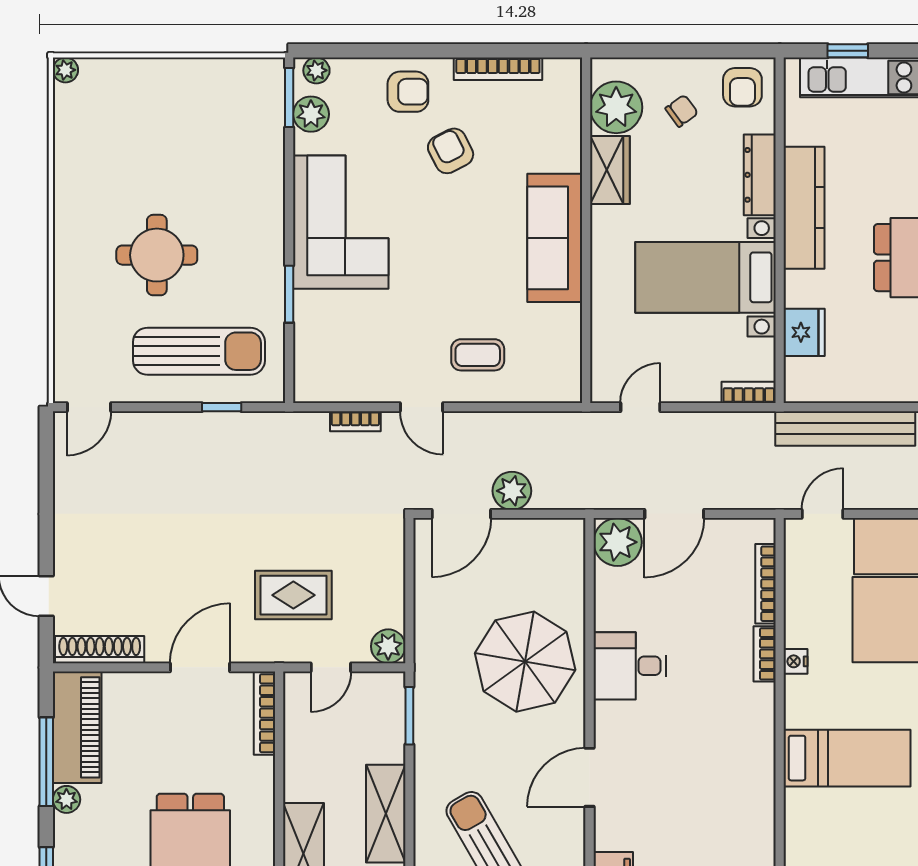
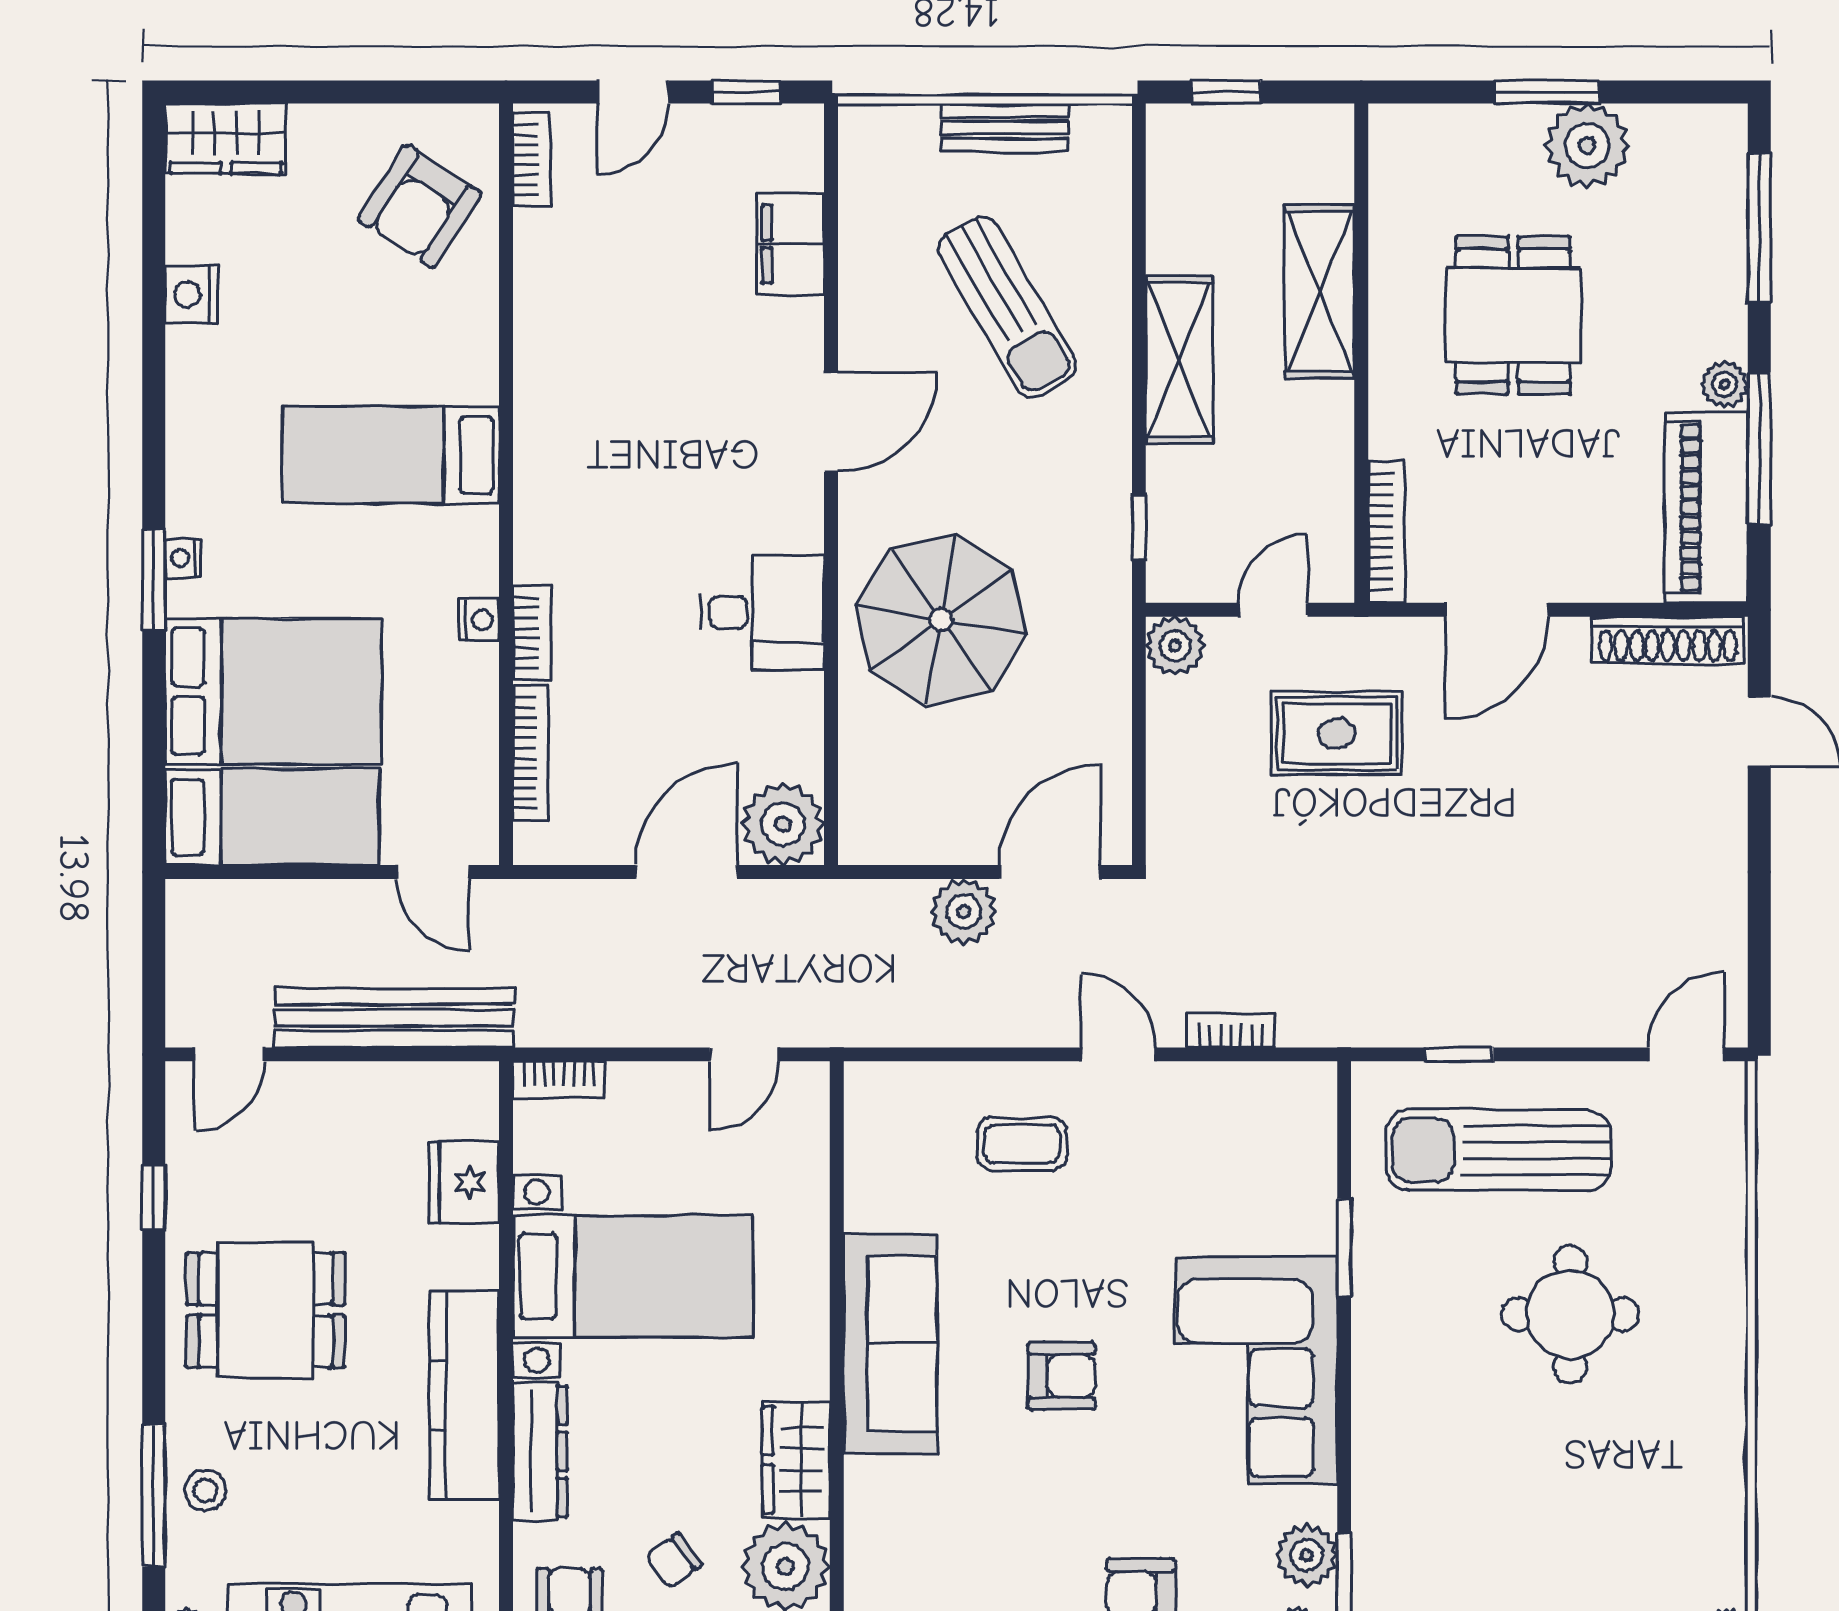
armchair: (451, 151) -> (1062, 1376), moved, turned -63
door: (823, 514) -> (433, 872), hinge flipped
window: (409, 716) -> (1139, 527), width x0.67

